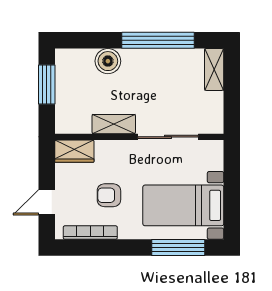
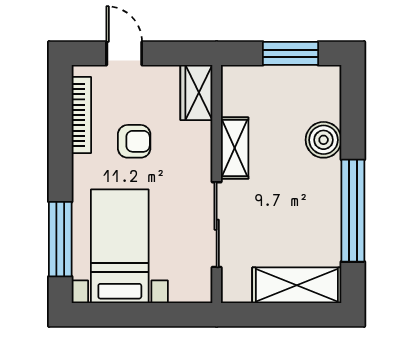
shelving: (214, 69) -> (297, 285), width x1.50, depth x1.33
armchair: (109, 195) -> (134, 141), turned 90

